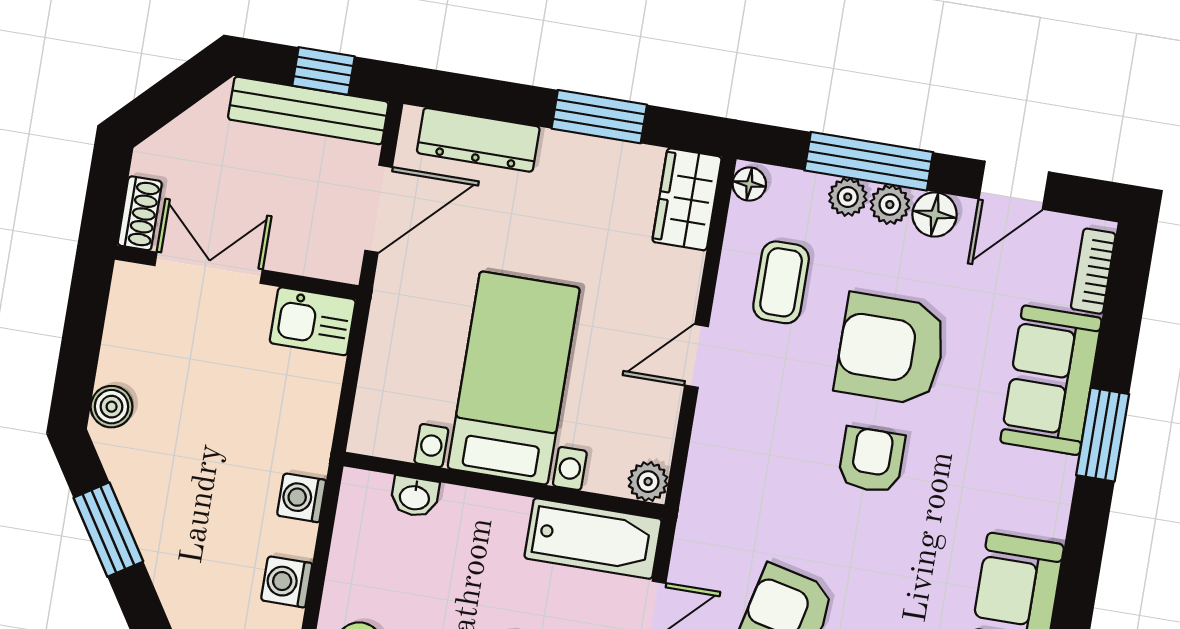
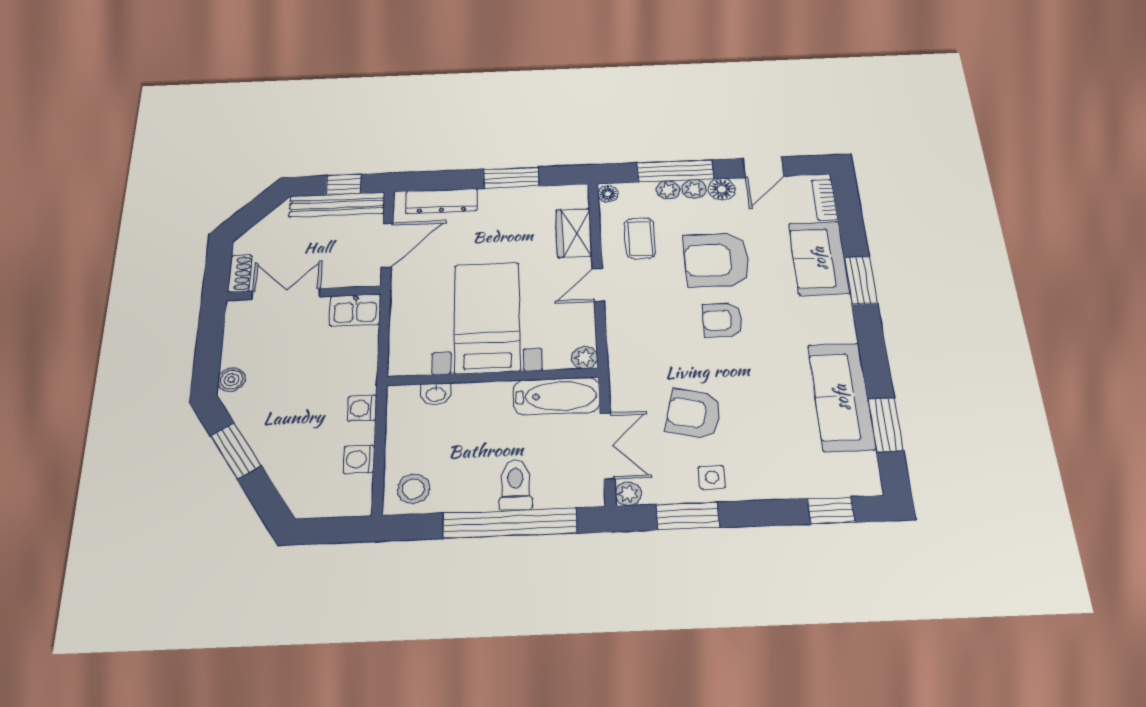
wardrobe: (687, 199) -> (574, 233), moved
armchair: (871, 460) -> (722, 320), turned -90

